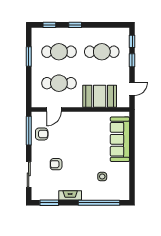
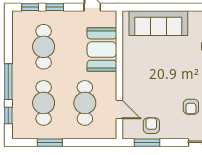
window: (75, 25) -> (8, 82), width x2.17
window: (29, 131) -> (147, 143), width x0.69

